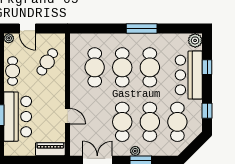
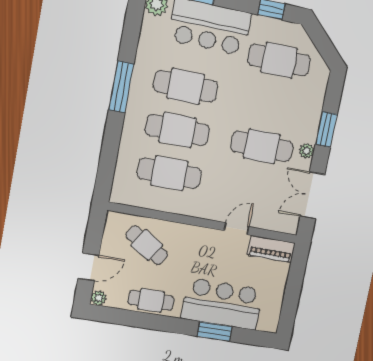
cafe table: (150, 122) -> (270, 103), removed
piano: (50, 149) -> (271, 249), moved, turned -90
plant: (135, 151) -> (307, 151), moved

